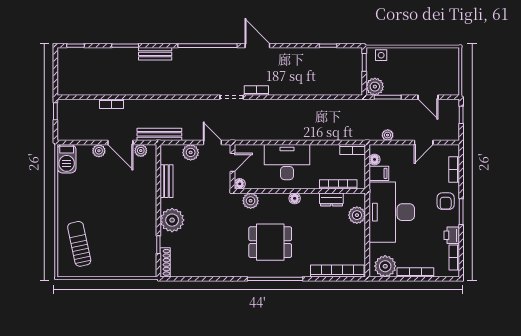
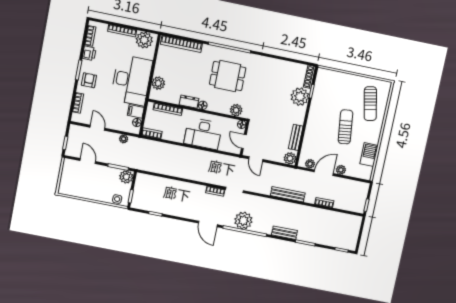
plant: (212, 59) -> (243, 221), added
bench: (159, 134) -> (288, 194), moved
door: (120, 143) -> (324, 173), hinge flipped
door: (424, 143) -> (97, 128), hinge flipped
plant: (191, 152) -> (290, 158), moved
barbecue: (67, 159) -> (369, 155), moved
door: (233, 162) -> (244, 142), hinge flipped
dresser: (331, 199) -> (189, 102), moved
sun lounger: (105, 208) -> (345, 127), added
plant: (172, 220) -> (300, 97), moved

